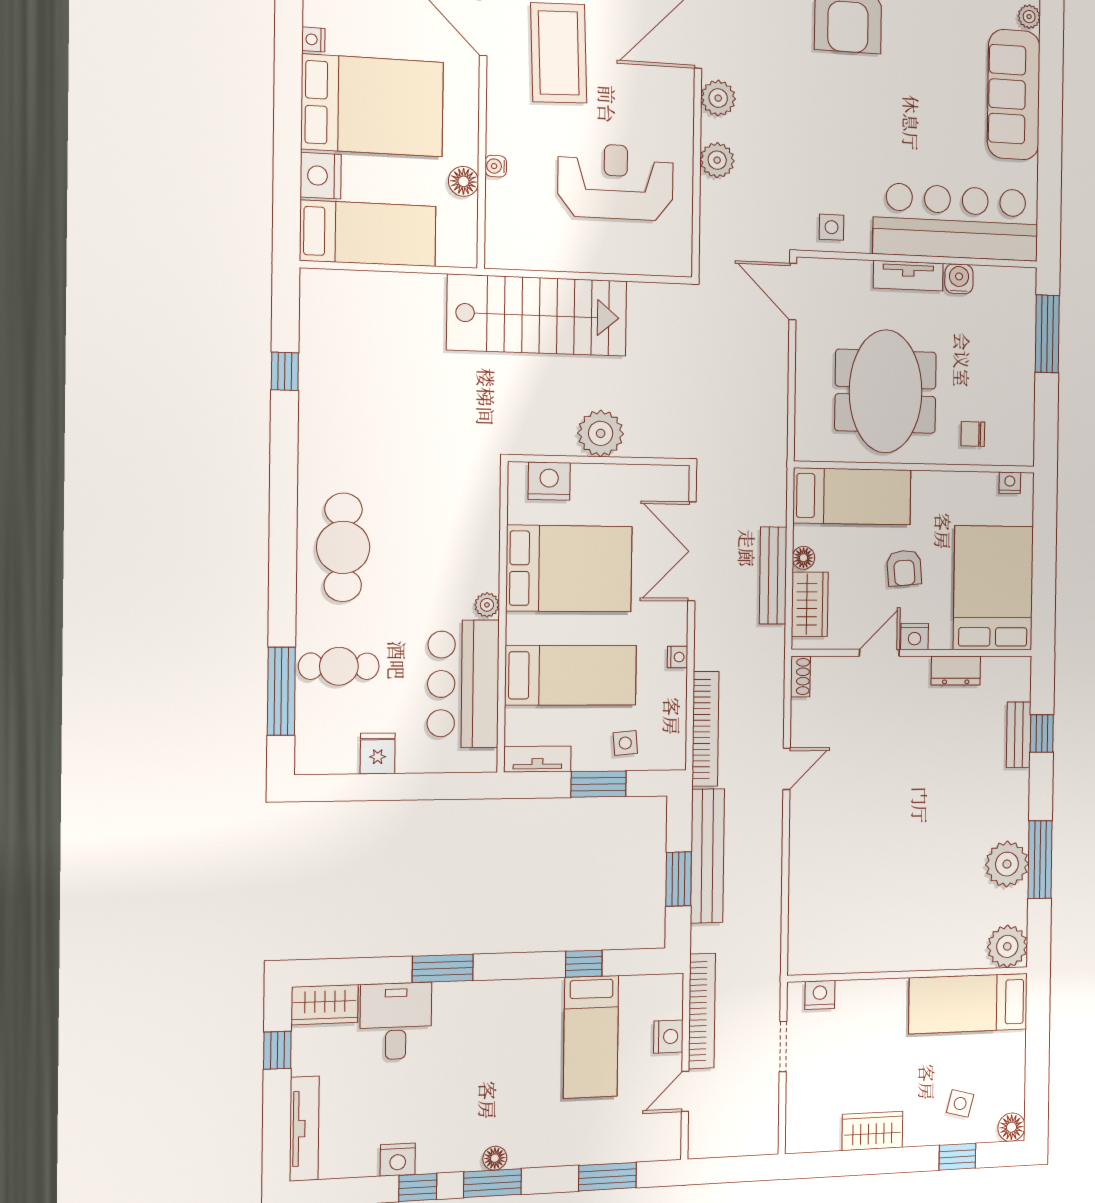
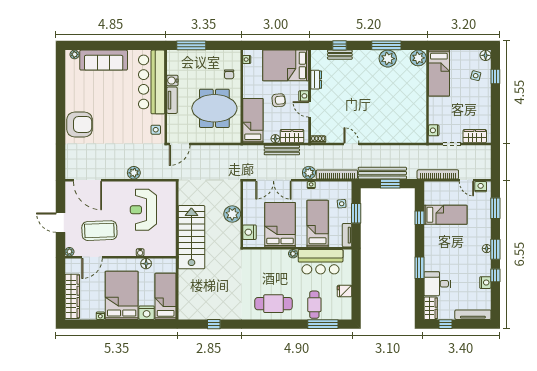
plant: (718, 98) -> (309, 173), moved
nightstand: (668, 1037) -> (481, 187), moved
wardrobe: (872, 1131) -> (475, 136), moved, turned 90

